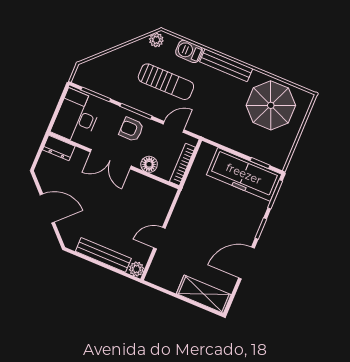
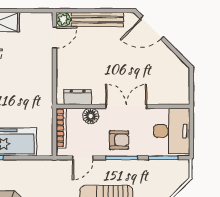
dresser: (59, 148) -> (78, 97), moved
door: (47, 208) -> (152, 28), moved
door: (159, 238) -> (54, 37), moved

